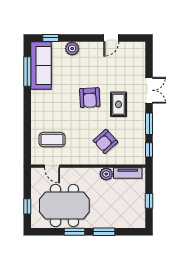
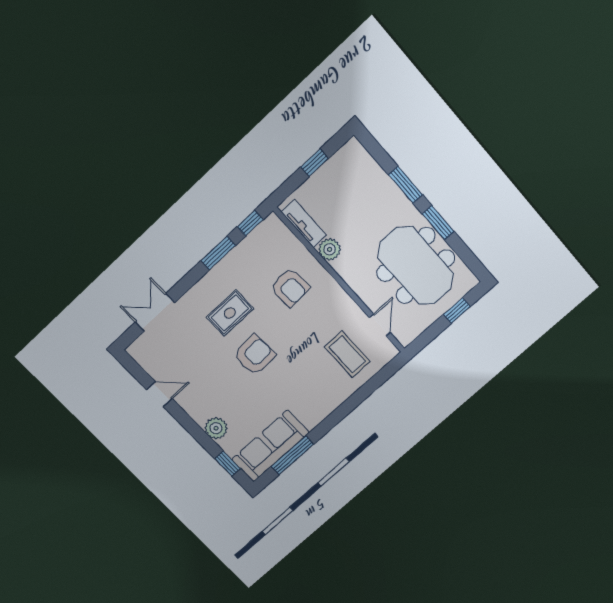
double door: (149, 90) -> (155, 312), moved
armchair: (105, 141) -> (290, 287), turned 39

